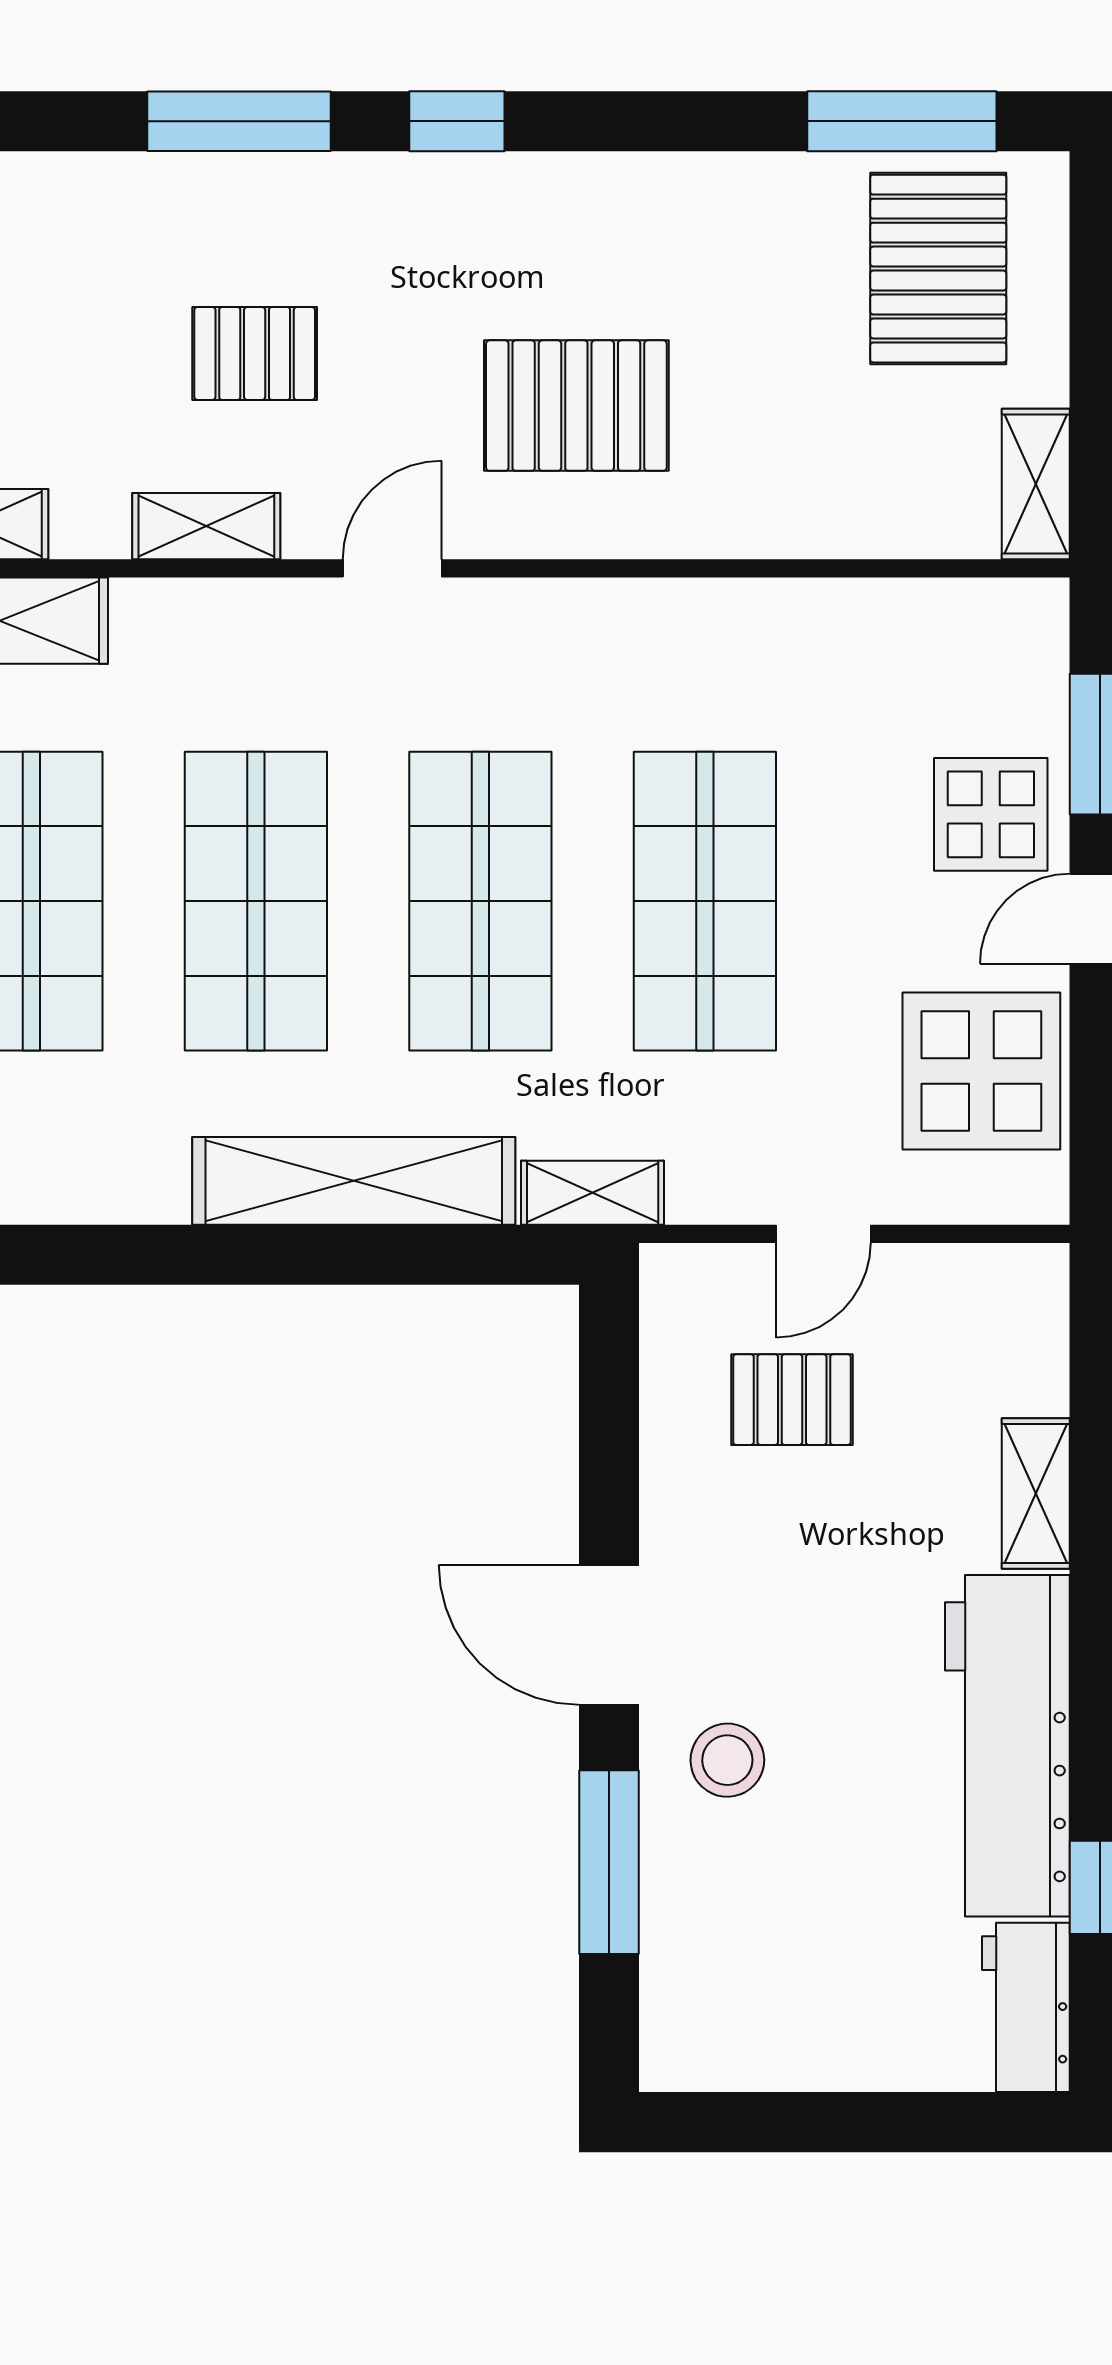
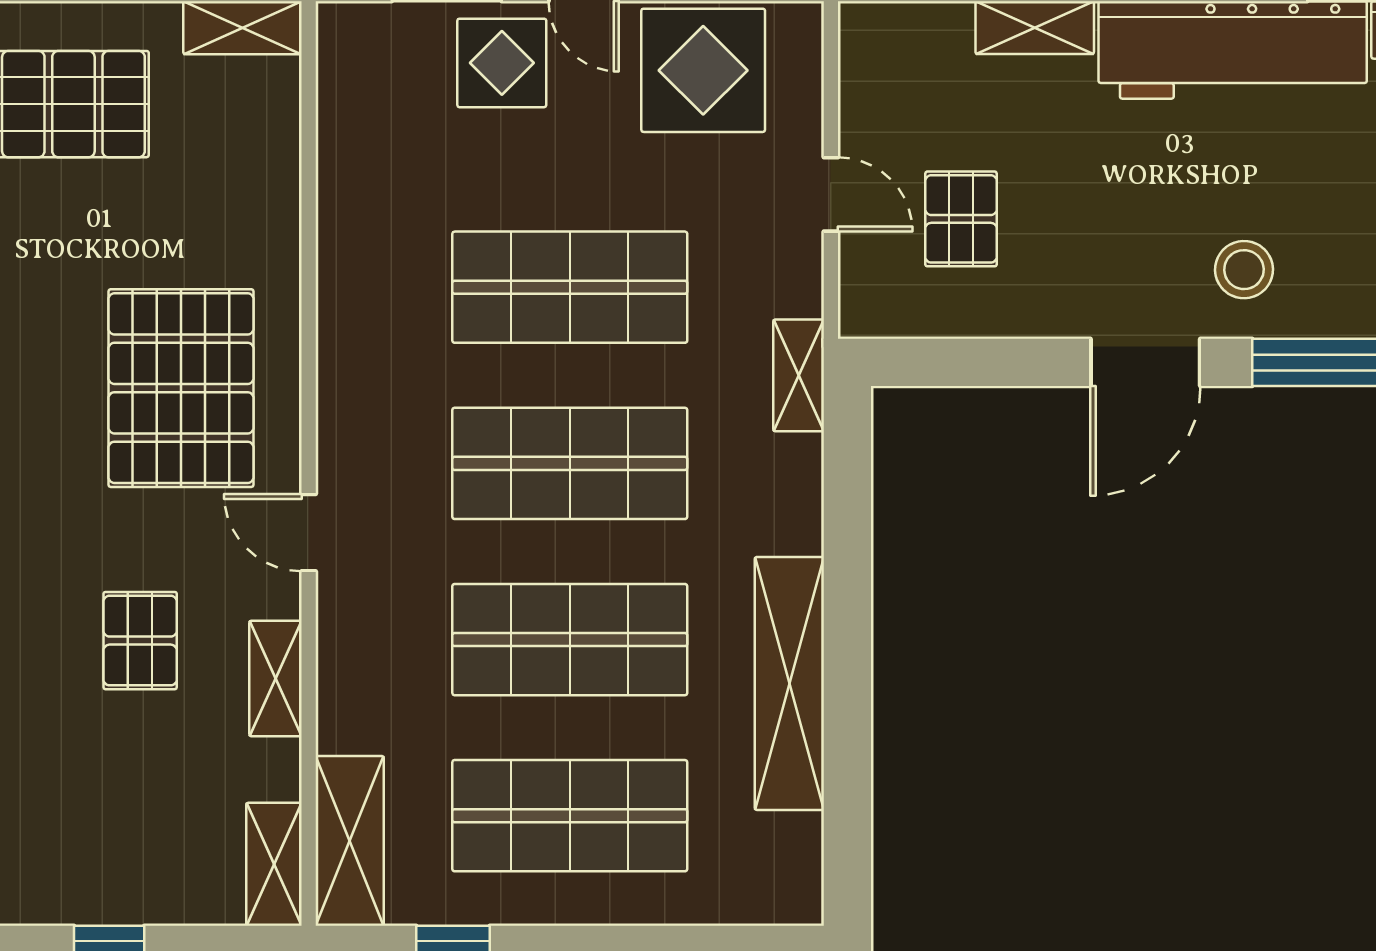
pallet: (576, 406) -> (181, 388), width x1.37, depth x1.41
shelving: (354, 1181) -> (789, 683), moved

